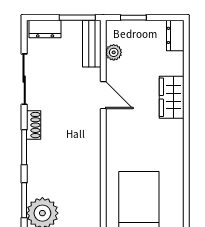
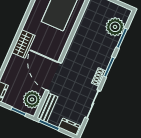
plant: (114, 52) -> (32, 99), width x1.88, depth x1.88
door: (103, 95) -> (54, 77), width x1.88
wardrobe: (172, 97) -> (23, 44), moved

